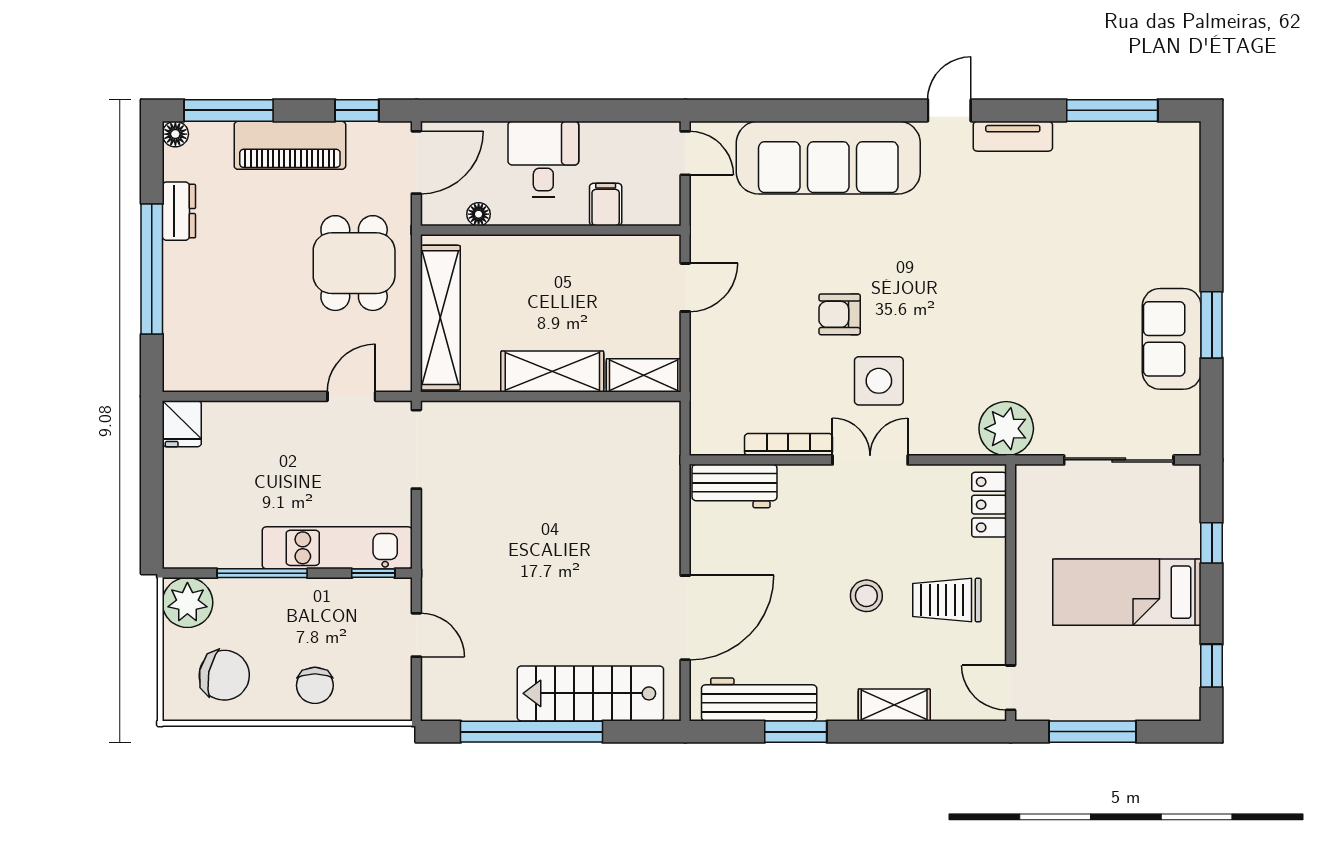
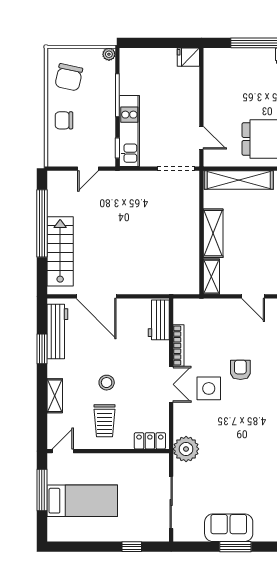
bed: (1127, 592) -> (82, 501), moved, turned 90
trolley: (947, 600) -> (105, 421), turned 180
plant: (187, 603) -> (109, 54), width x0.53, depth x0.53
window: (1212, 666) -> (73, 547), removed

